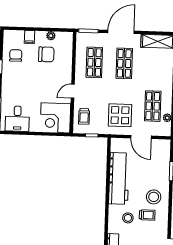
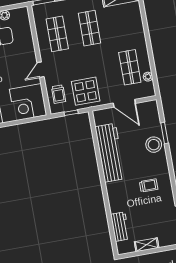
display table: (120, 115) -> (86, 91), moved
stool: (154, 197) -> (154, 145), moved
stool: (128, 218) -> (129, 193), removed

